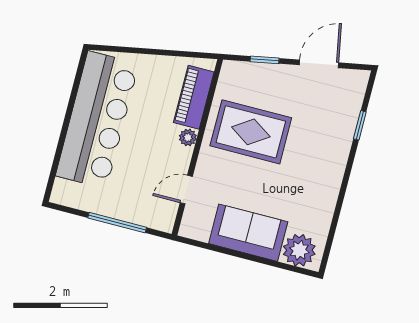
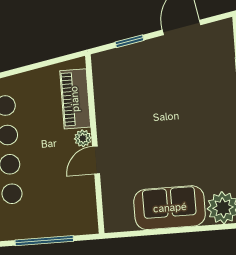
rug: (251, 132) -> (140, 113), removed
door: (186, 190) -> (96, 160), moved

